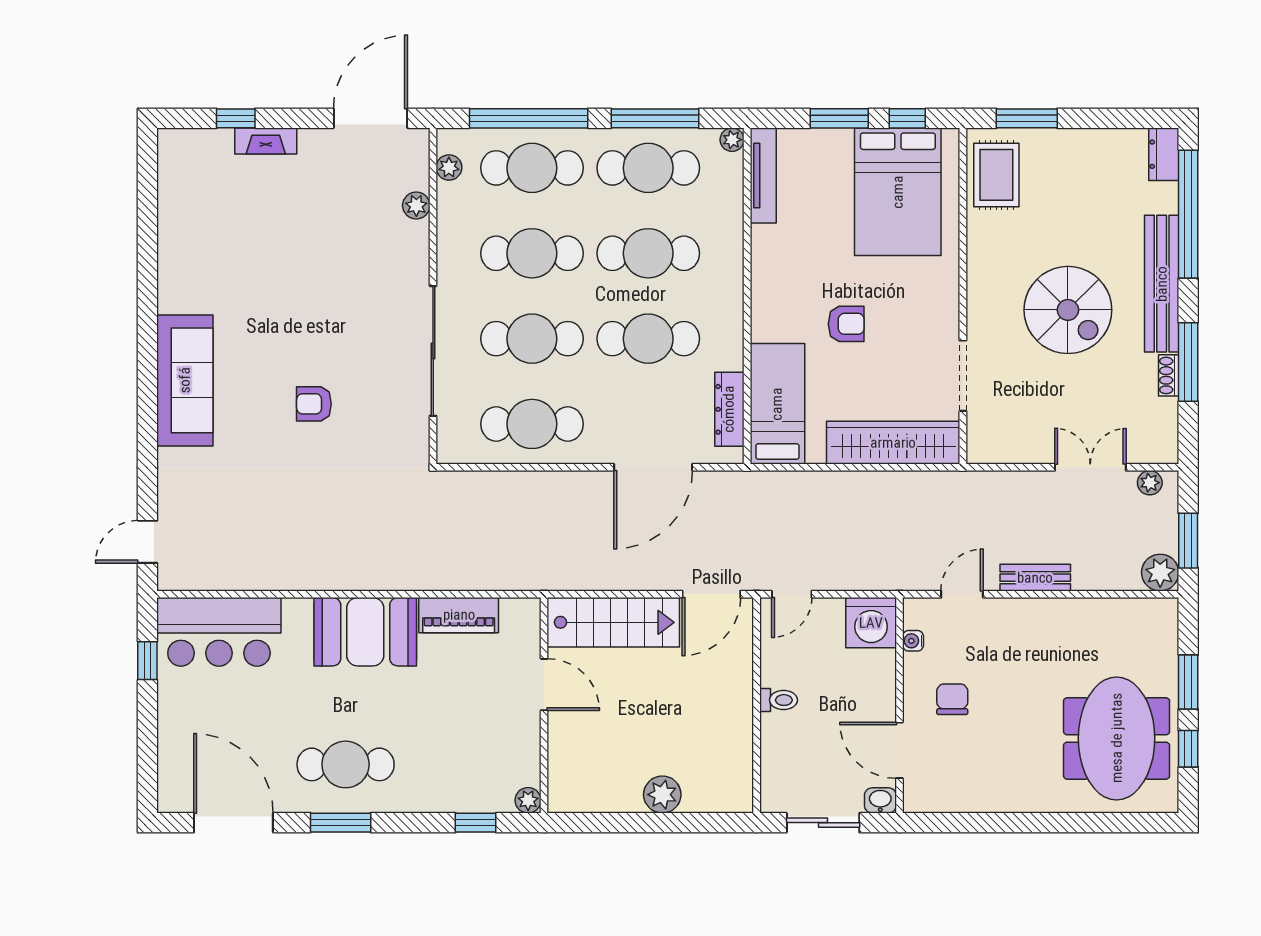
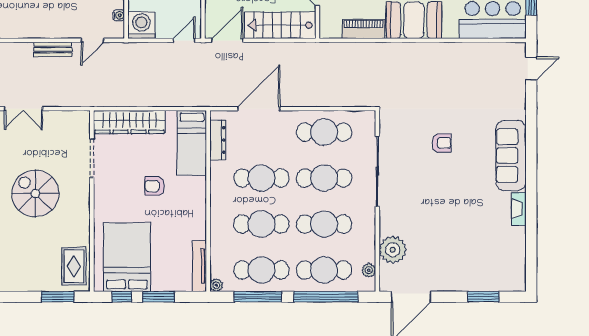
window: (236, 118) -> (484, 297), width x1.50
fireplace: (266, 141) -> (519, 209), moved, turned -90
plant: (416, 206) -> (393, 250), width x1.87, depth x1.87

